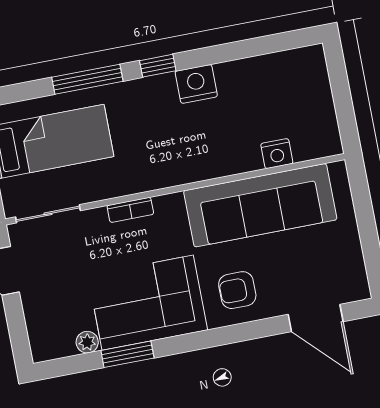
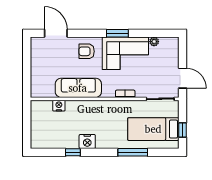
window: (158, 66) -> (73, 152), moved
sofa: (260, 205) -> (78, 88), width x0.74, depth x0.79
armchair: (237, 290) -> (87, 51), turned 180
window: (127, 354) -> (117, 33), moved

